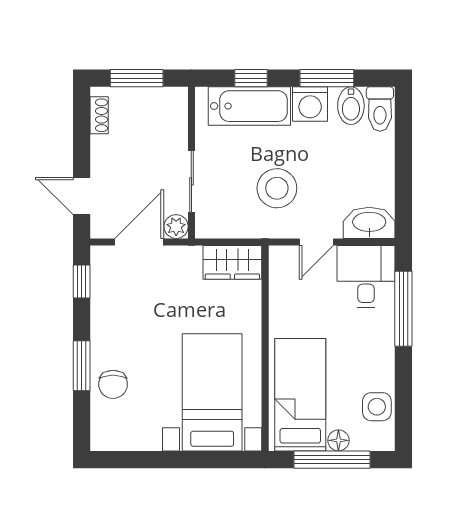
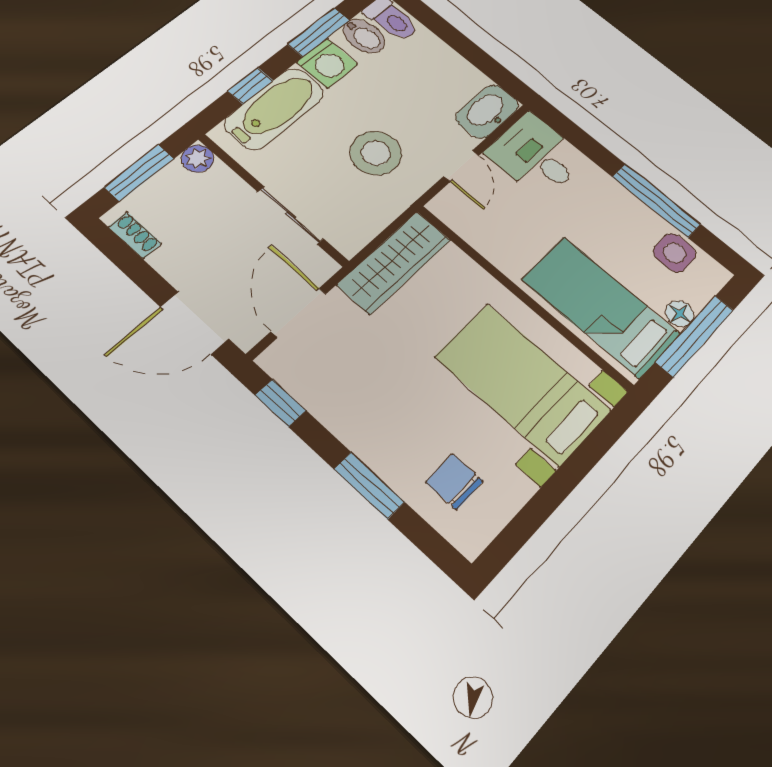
door: (82, 196) -> (194, 323), width x1.38
plant: (176, 227) -> (198, 159), moved
wardrobe: (232, 262) -> (394, 262), width x1.50
window: (403, 309) -> (656, 200), moved
chair: (113, 384) -> (454, 482), moved, turned 180

